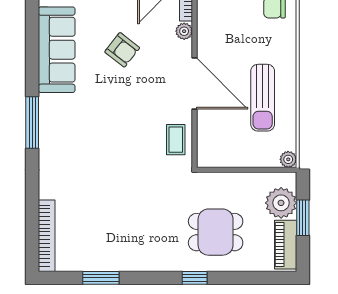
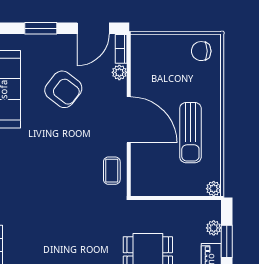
armchair: (122, 50) -> (63, 89), width x1.38, depth x1.38
plant: (281, 203) -> (214, 228), width x0.53, depth x0.53

